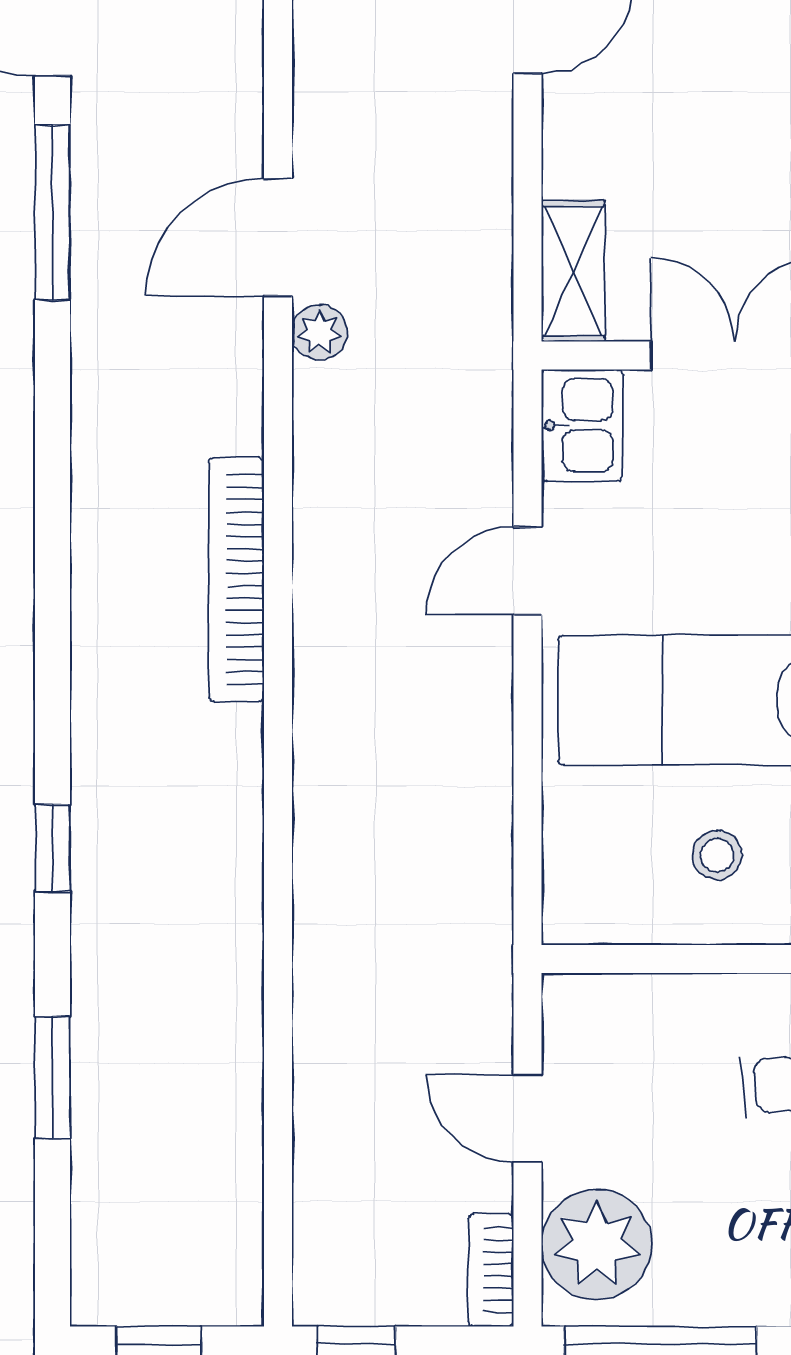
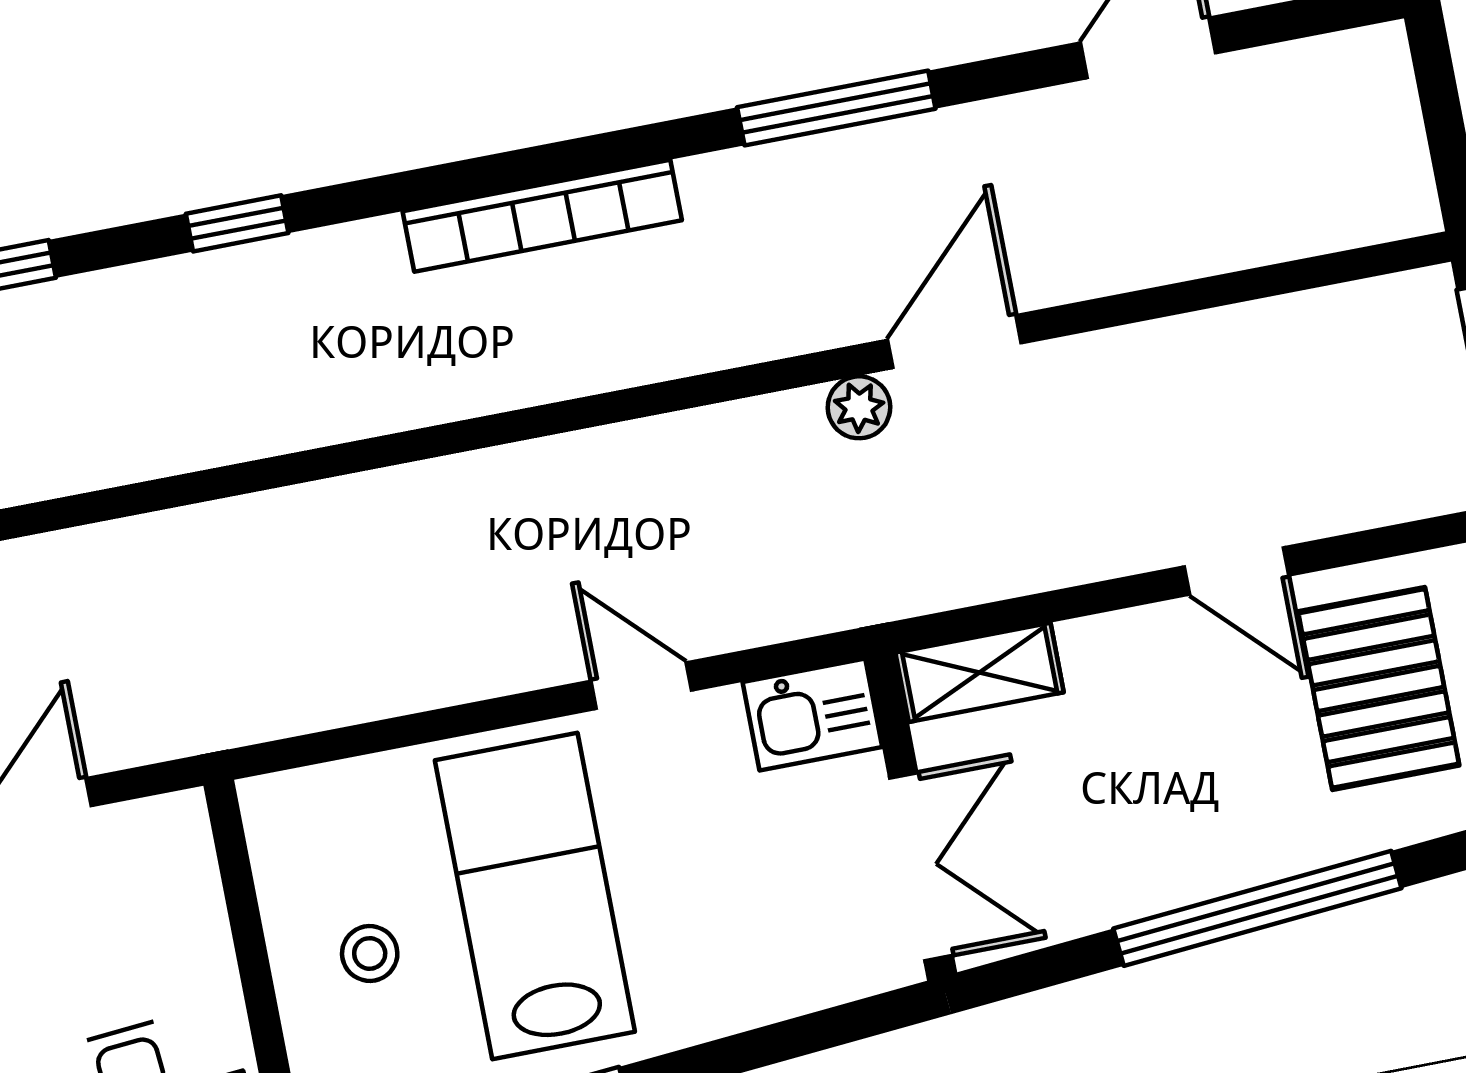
window: (52, 212) -> (836, 108), moved
door: (278, 237) -> (954, 341), hinge flipped
bookcase: (236, 580) -> (542, 216), moved, turned 180

